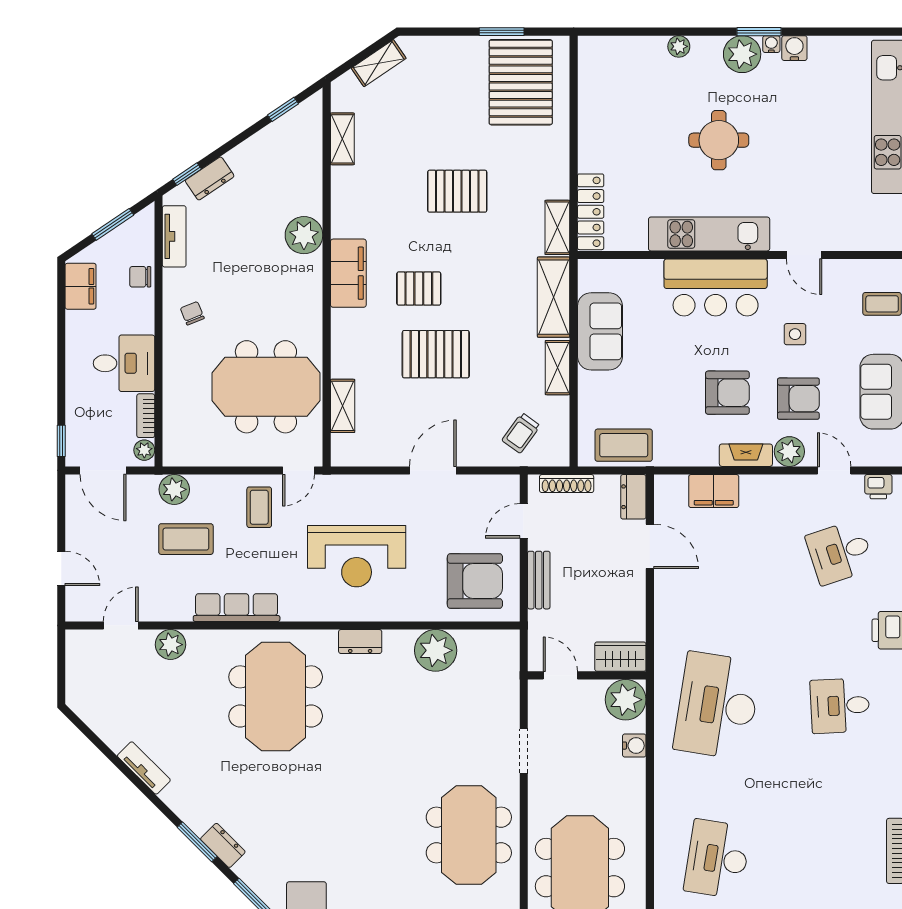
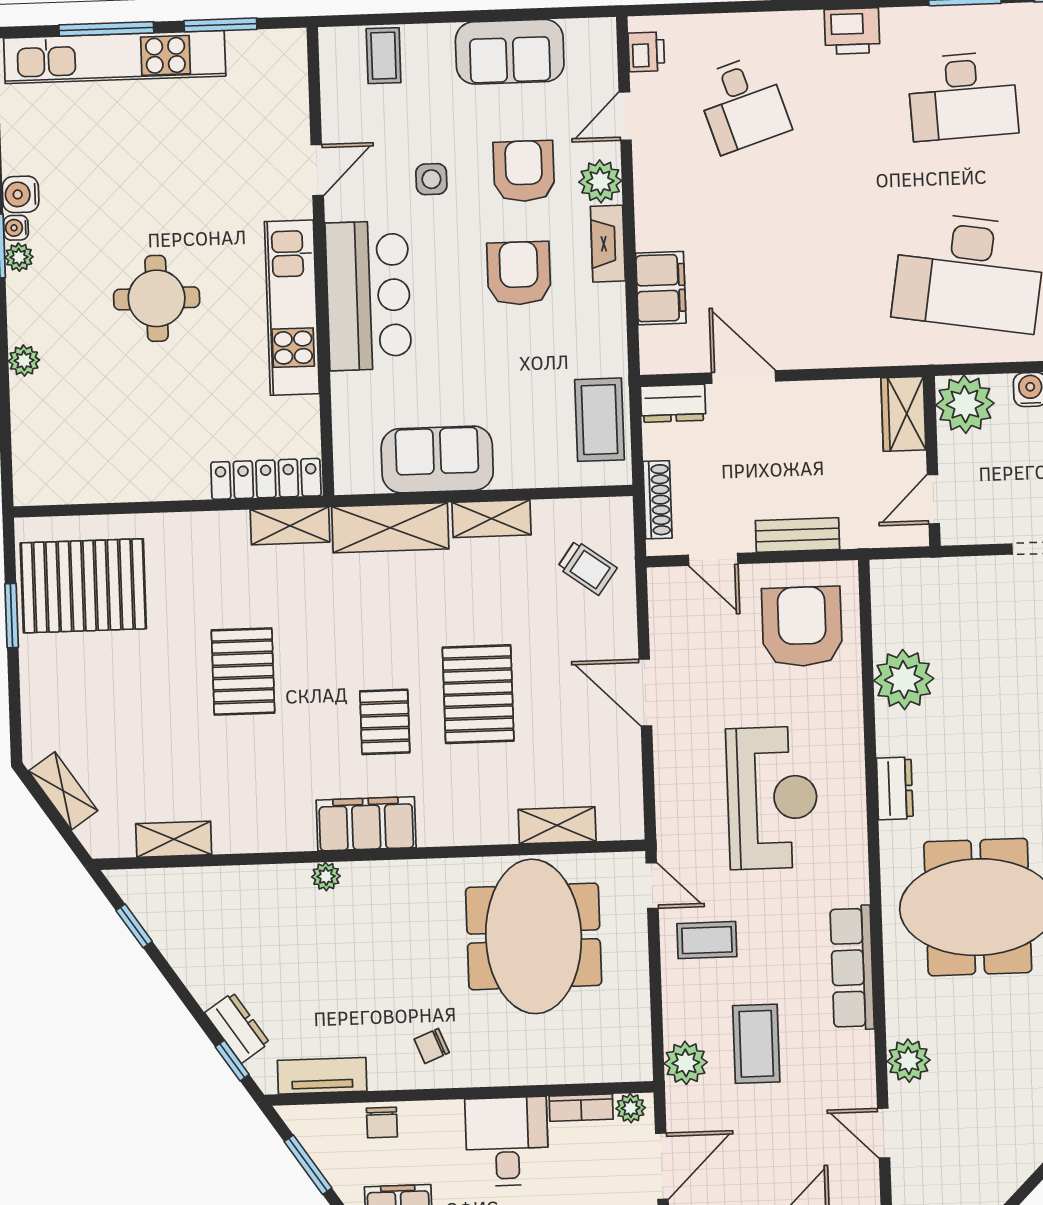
plant: (742, 54) -> (19, 257), width x0.53, depth x0.53
plant: (304, 235) -> (326, 876), width x0.53, depth x0.53
door: (650, 546) -> (744, 377), hinge flipped
desk: (840, 706) -> (963, 96), width x1.37

